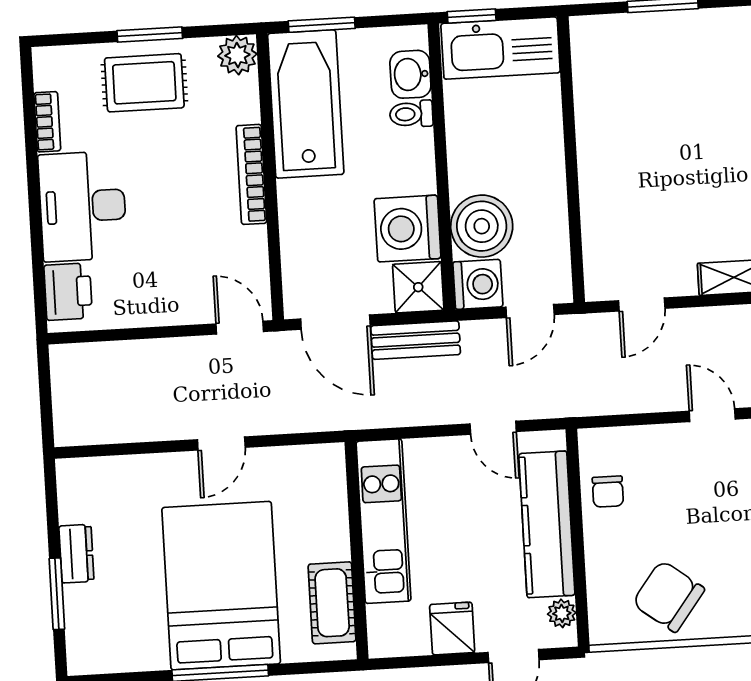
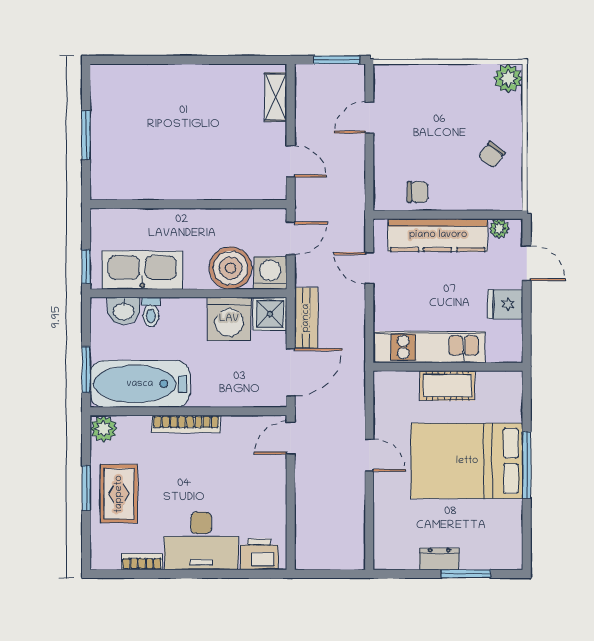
kitchen sink: (501, 48) -> (142, 270), moved, turned -90
door: (530, 311) -> (291, 238), hinge flipped
door: (493, 428) -> (369, 268), swing flipped
chair: (668, 596) -> (492, 155), width x0.54, depth x0.54
cot: (332, 603) -> (447, 386), moved

